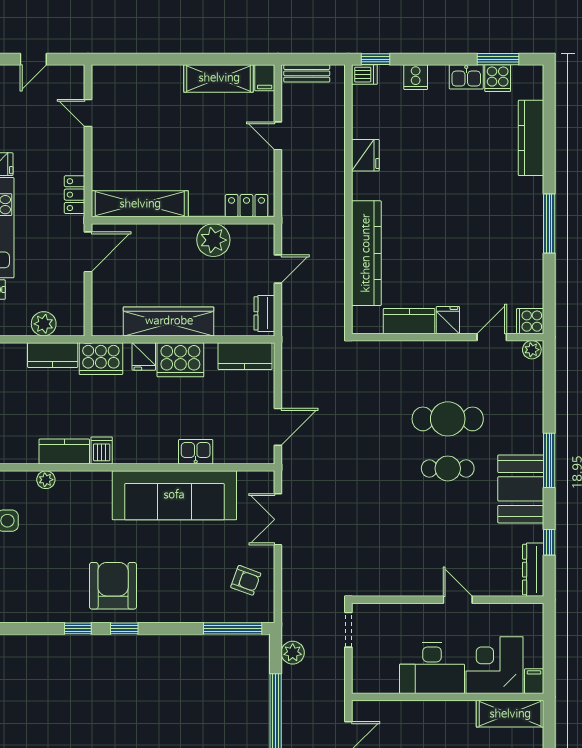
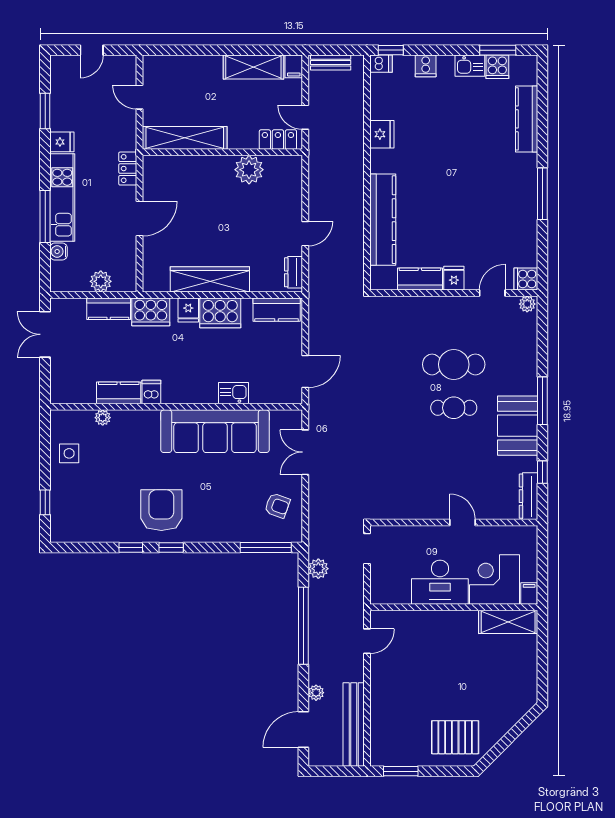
shelving: (140, 204) -> (185, 138), moved
locker: (246, 206) -> (278, 140), moved
wall: (183, 220) -> (222, 152), moved
plant: (213, 240) -> (249, 170), moved

